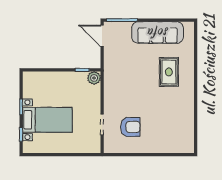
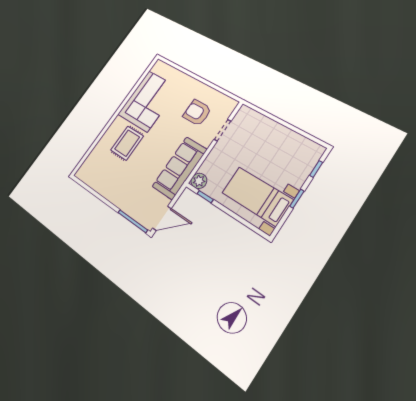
sofa: (158, 33) -> (180, 168), moved, turned -90
door: (102, 36) -> (162, 218), hinge flipped
corner sofa: (176, 114) -> (148, 101), added
bed with nightstands: (47, 120) -> (257, 196), moved

